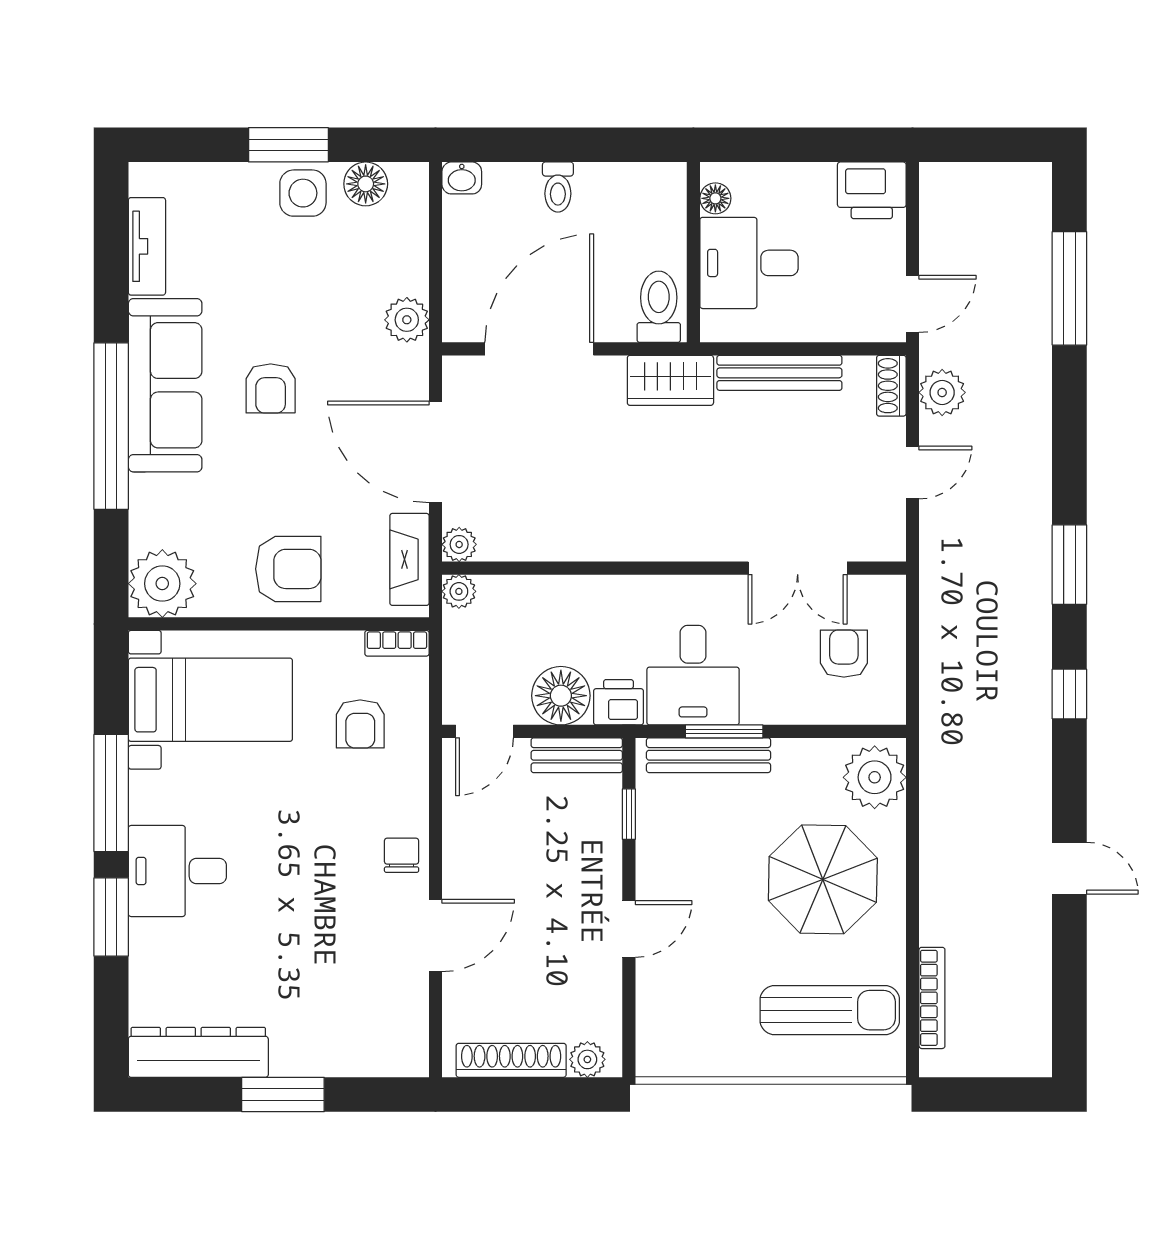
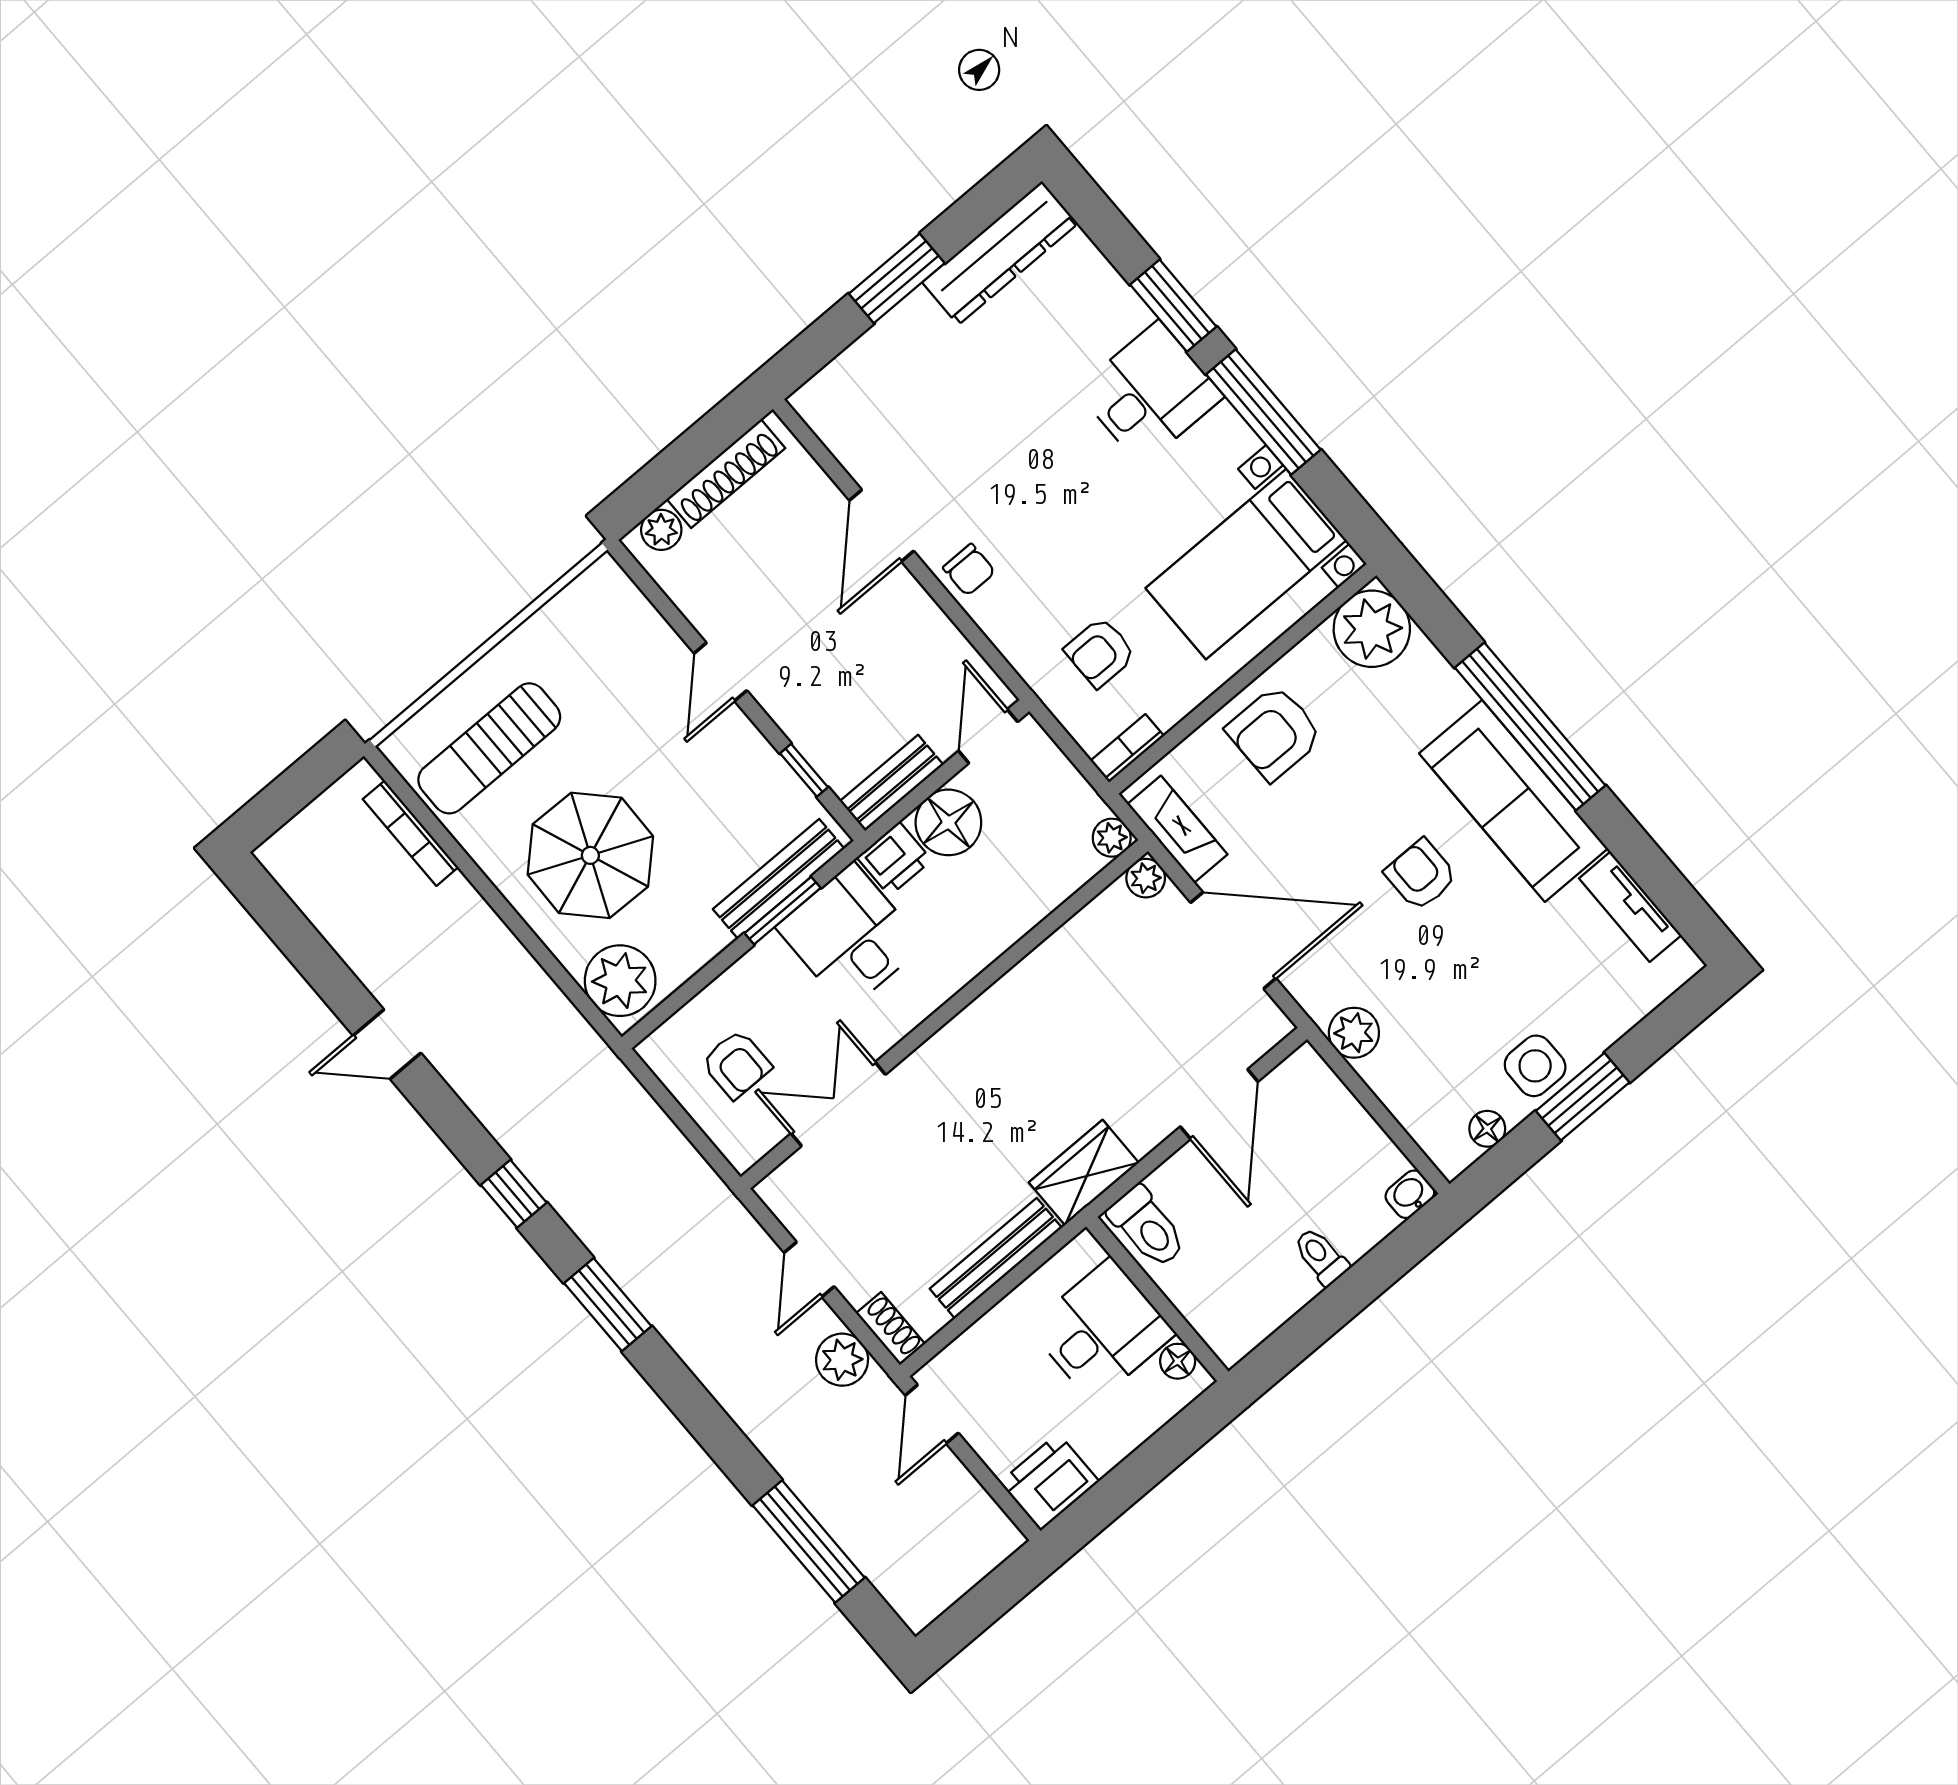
floor lamp: (366, 184) -> (1487, 1129), width x0.73, depth x0.73
door: (539, 349) -> (1219, 1104), width x0.73
armchair: (360, 724) -> (1100, 652), turned -90

